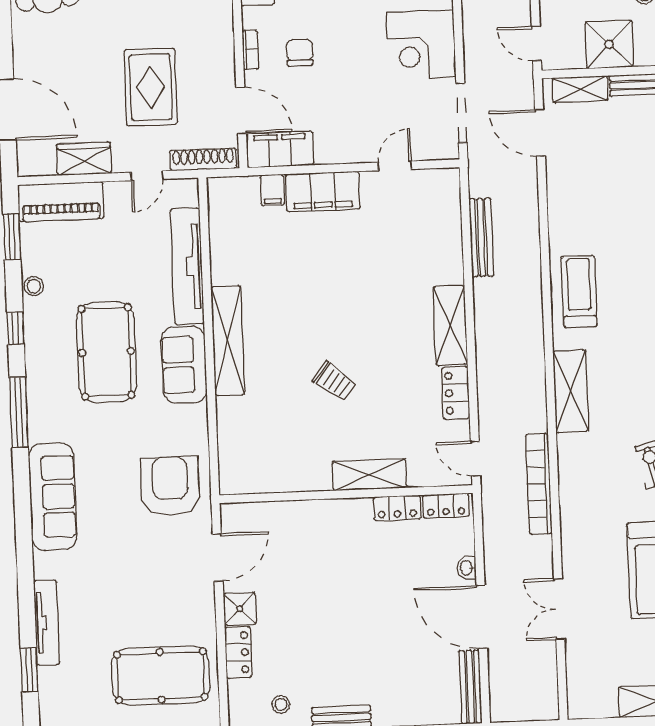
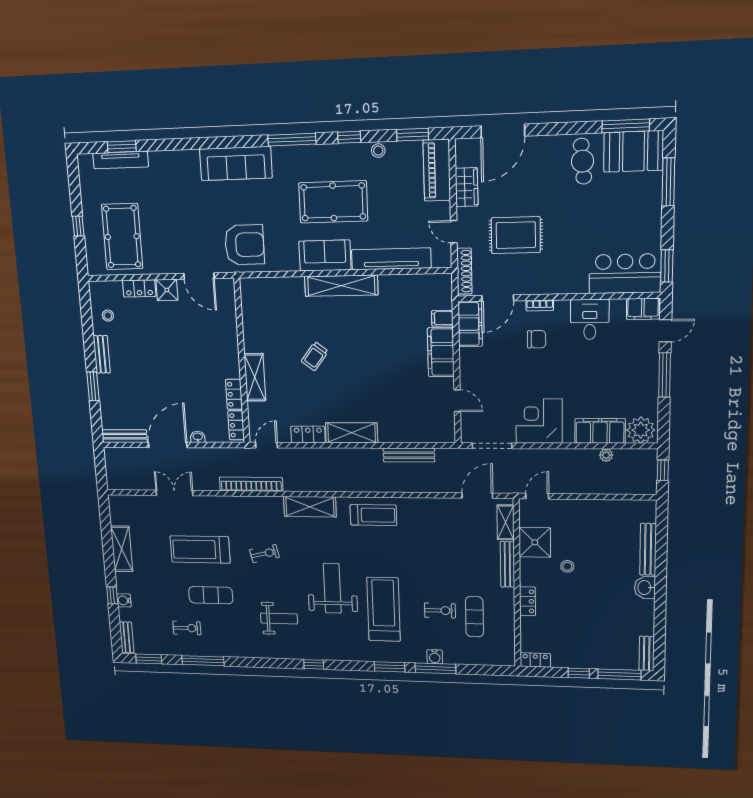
tv unit: (47, 623) -> (121, 160), moved

